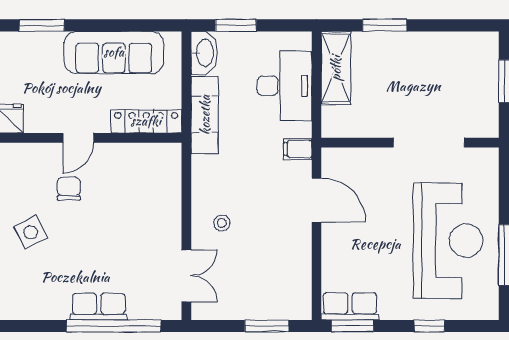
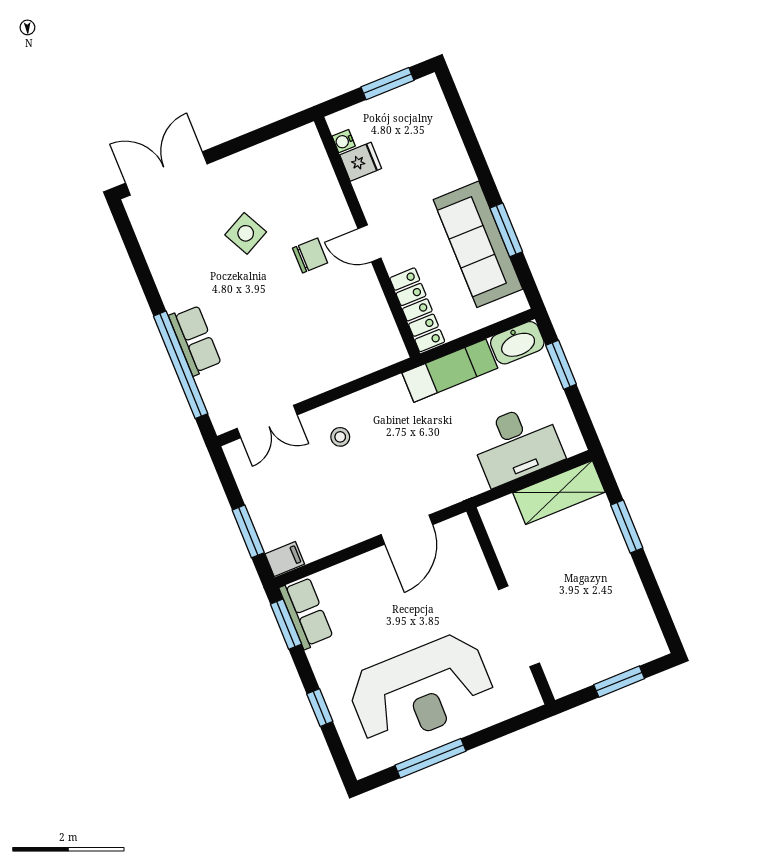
window: (42, 25) -> (506, 230), moved
filing cabinet: (298, 149) -> (285, 559), moved, turned 90

